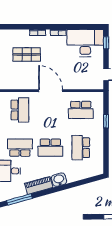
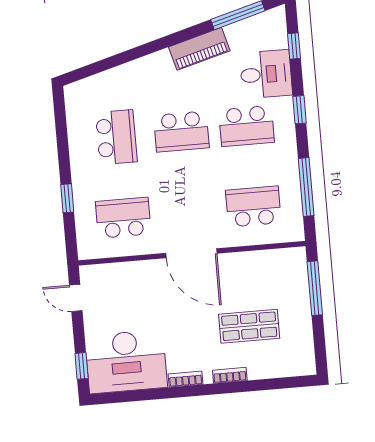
school desk: (20, 110) -> (253, 207), turned 90
school desk: (50, 148) -> (181, 132), turned 180
washbasin: (59, 180) -> (157, 65), removed

